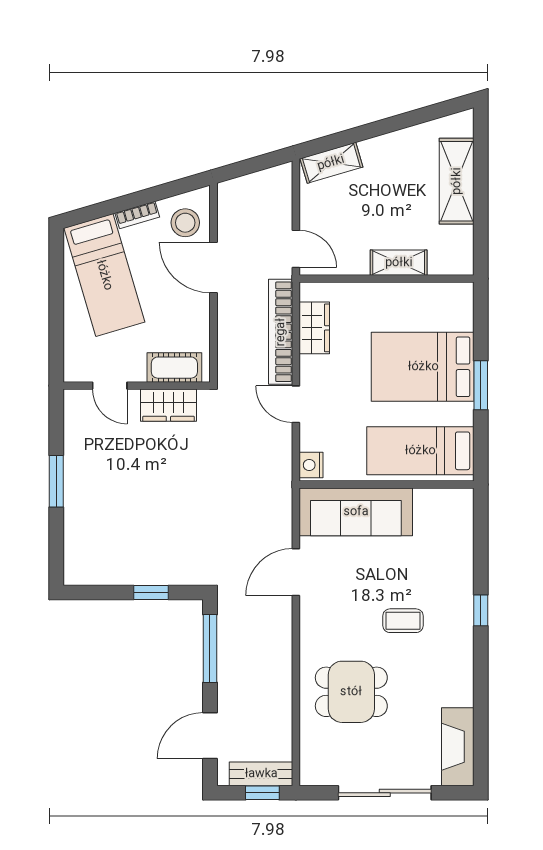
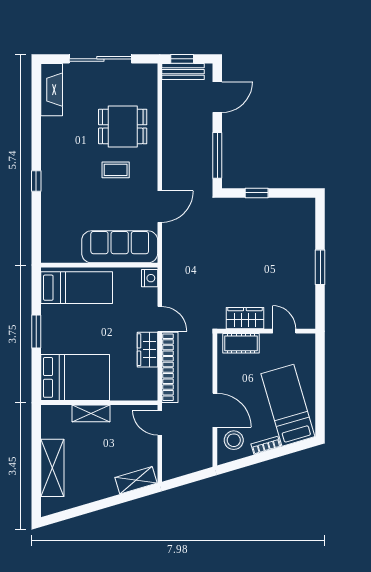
wardrobe: (314, 328) -> (147, 350), moved
bed: (423, 367) -> (75, 377), moved
coffee table: (403, 621) -> (116, 170), moved

